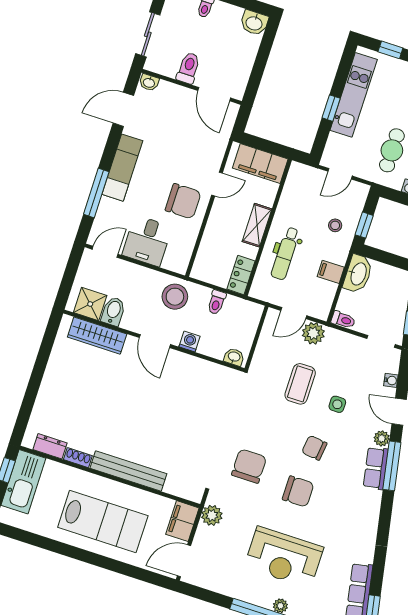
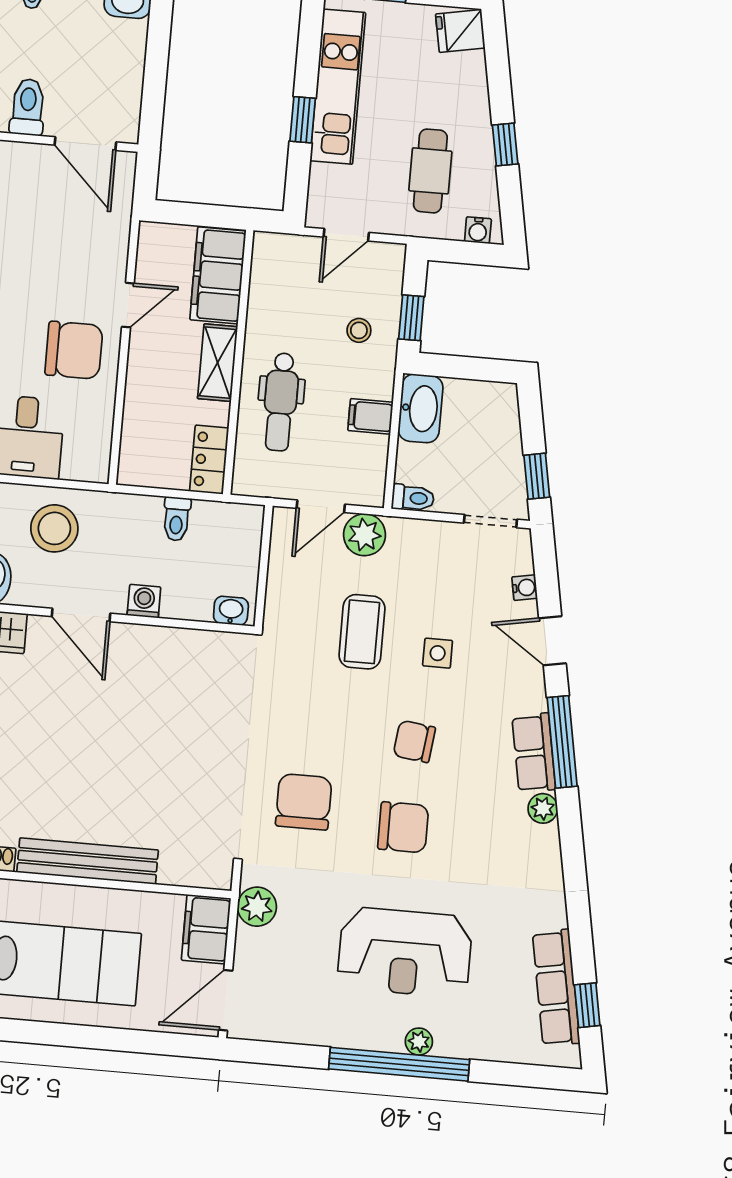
filing cabinet: (260, 163) -> (218, 275), moved, turned 90
stool: (175, 297) -> (54, 528), moved
plant: (382, 438) -> (543, 808), moved

